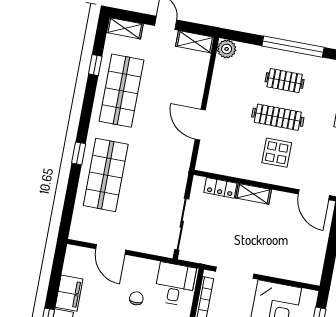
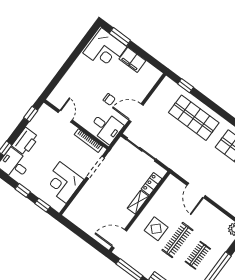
door: (200, 125) -> (196, 190), swing flipped
window: (79, 153) -> (186, 86), moved
door: (111, 249) -> (136, 113), moved

